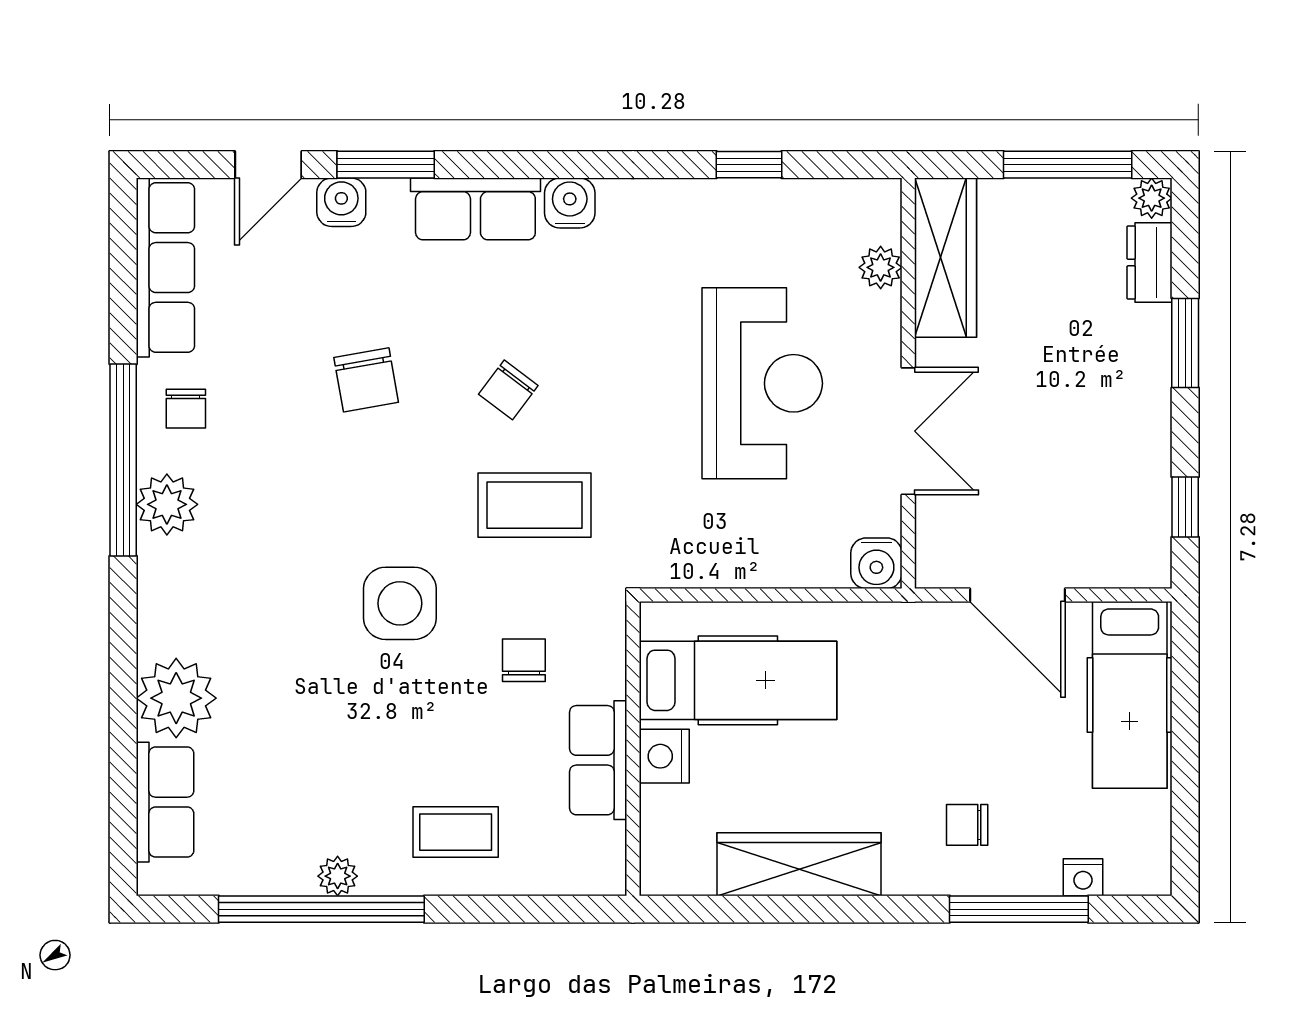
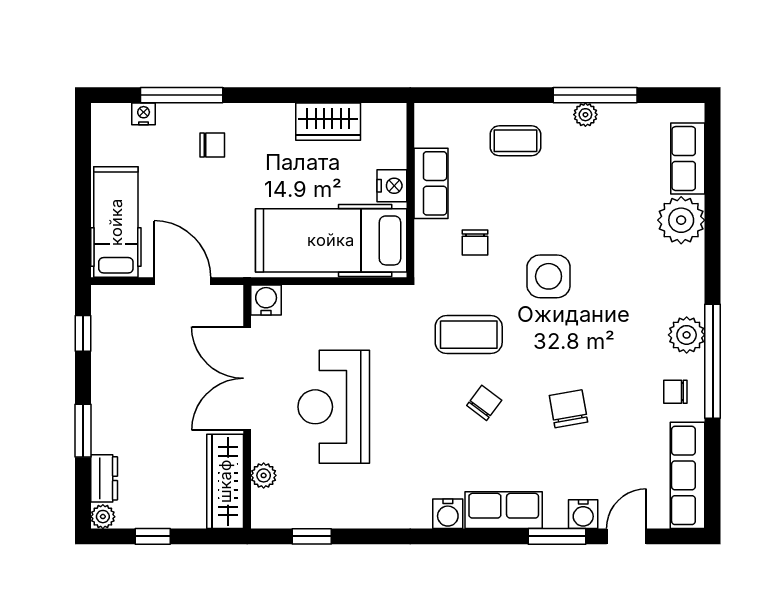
window: (749, 165) -> (312, 536), moved
window: (1068, 165) -> (153, 536), width x0.46
chair: (186, 409) -> (675, 392), turned -90
double door: (908, 431) -> (247, 378), width x1.37
hospital bed: (738, 680) -> (331, 240), width x1.37, depth x1.29
wardrobe: (799, 864) -> (328, 122), width x0.67
window: (321, 909) -> (595, 95), width x0.68

